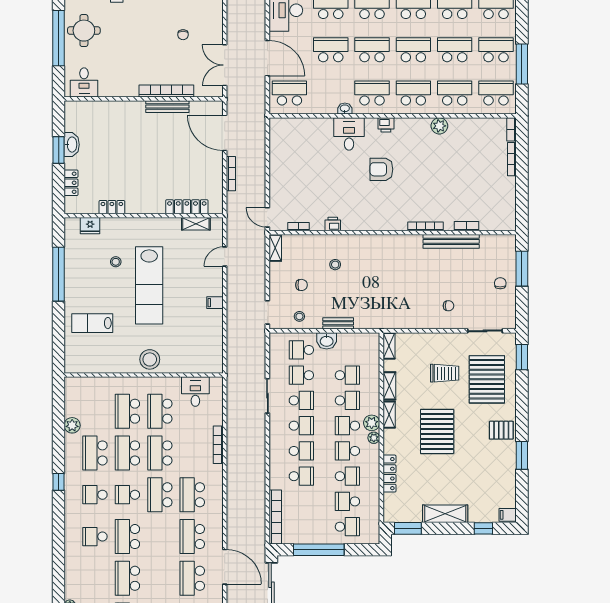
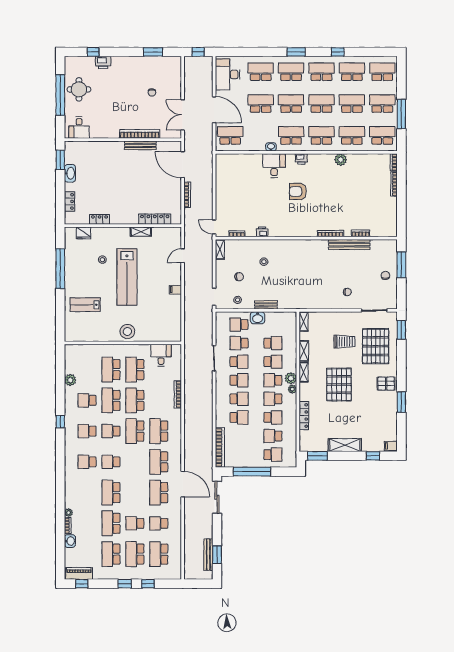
window: (59, 150) -> (60, 160), moved
shelving: (196, 224) -> (141, 232), moved
school desk: (95, 453) -> (87, 400), width x0.54
school desk: (127, 537) -> (111, 462), width x0.54

